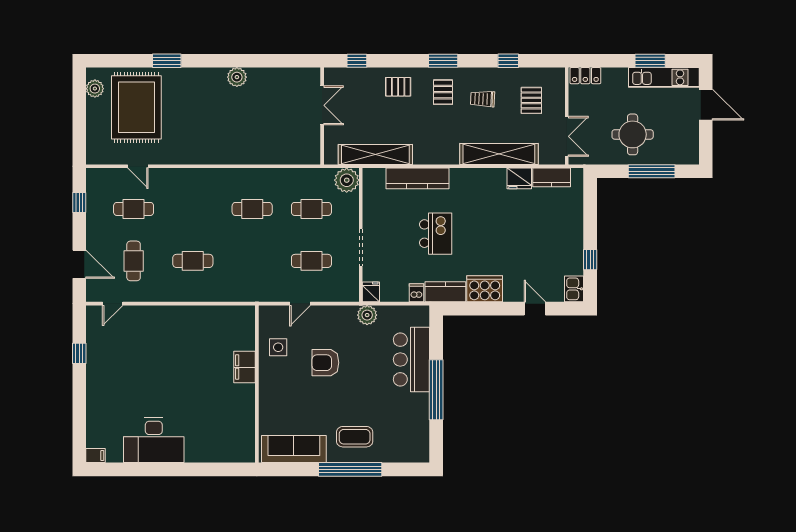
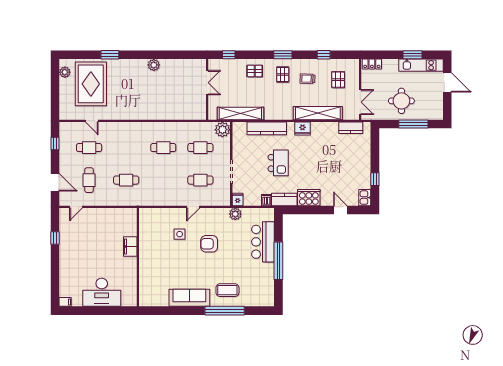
fridge: (519, 178) -> (303, 128), moved
filing cabinet: (245, 367) -> (130, 247), moved
wall: (257, 384) -> (138, 257), moved

